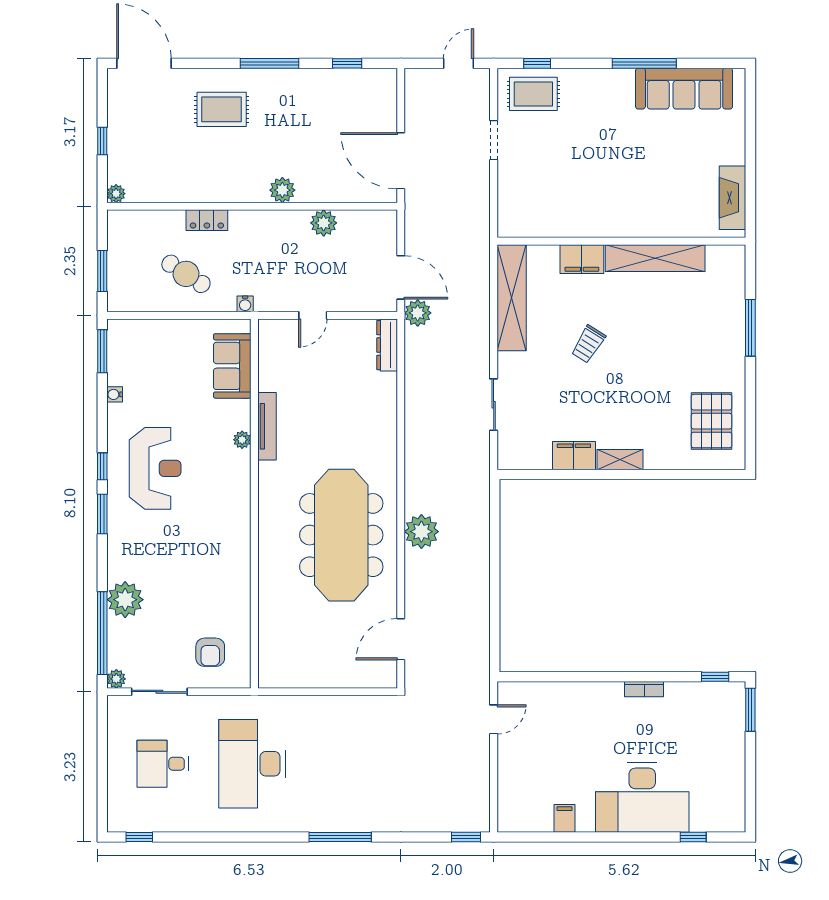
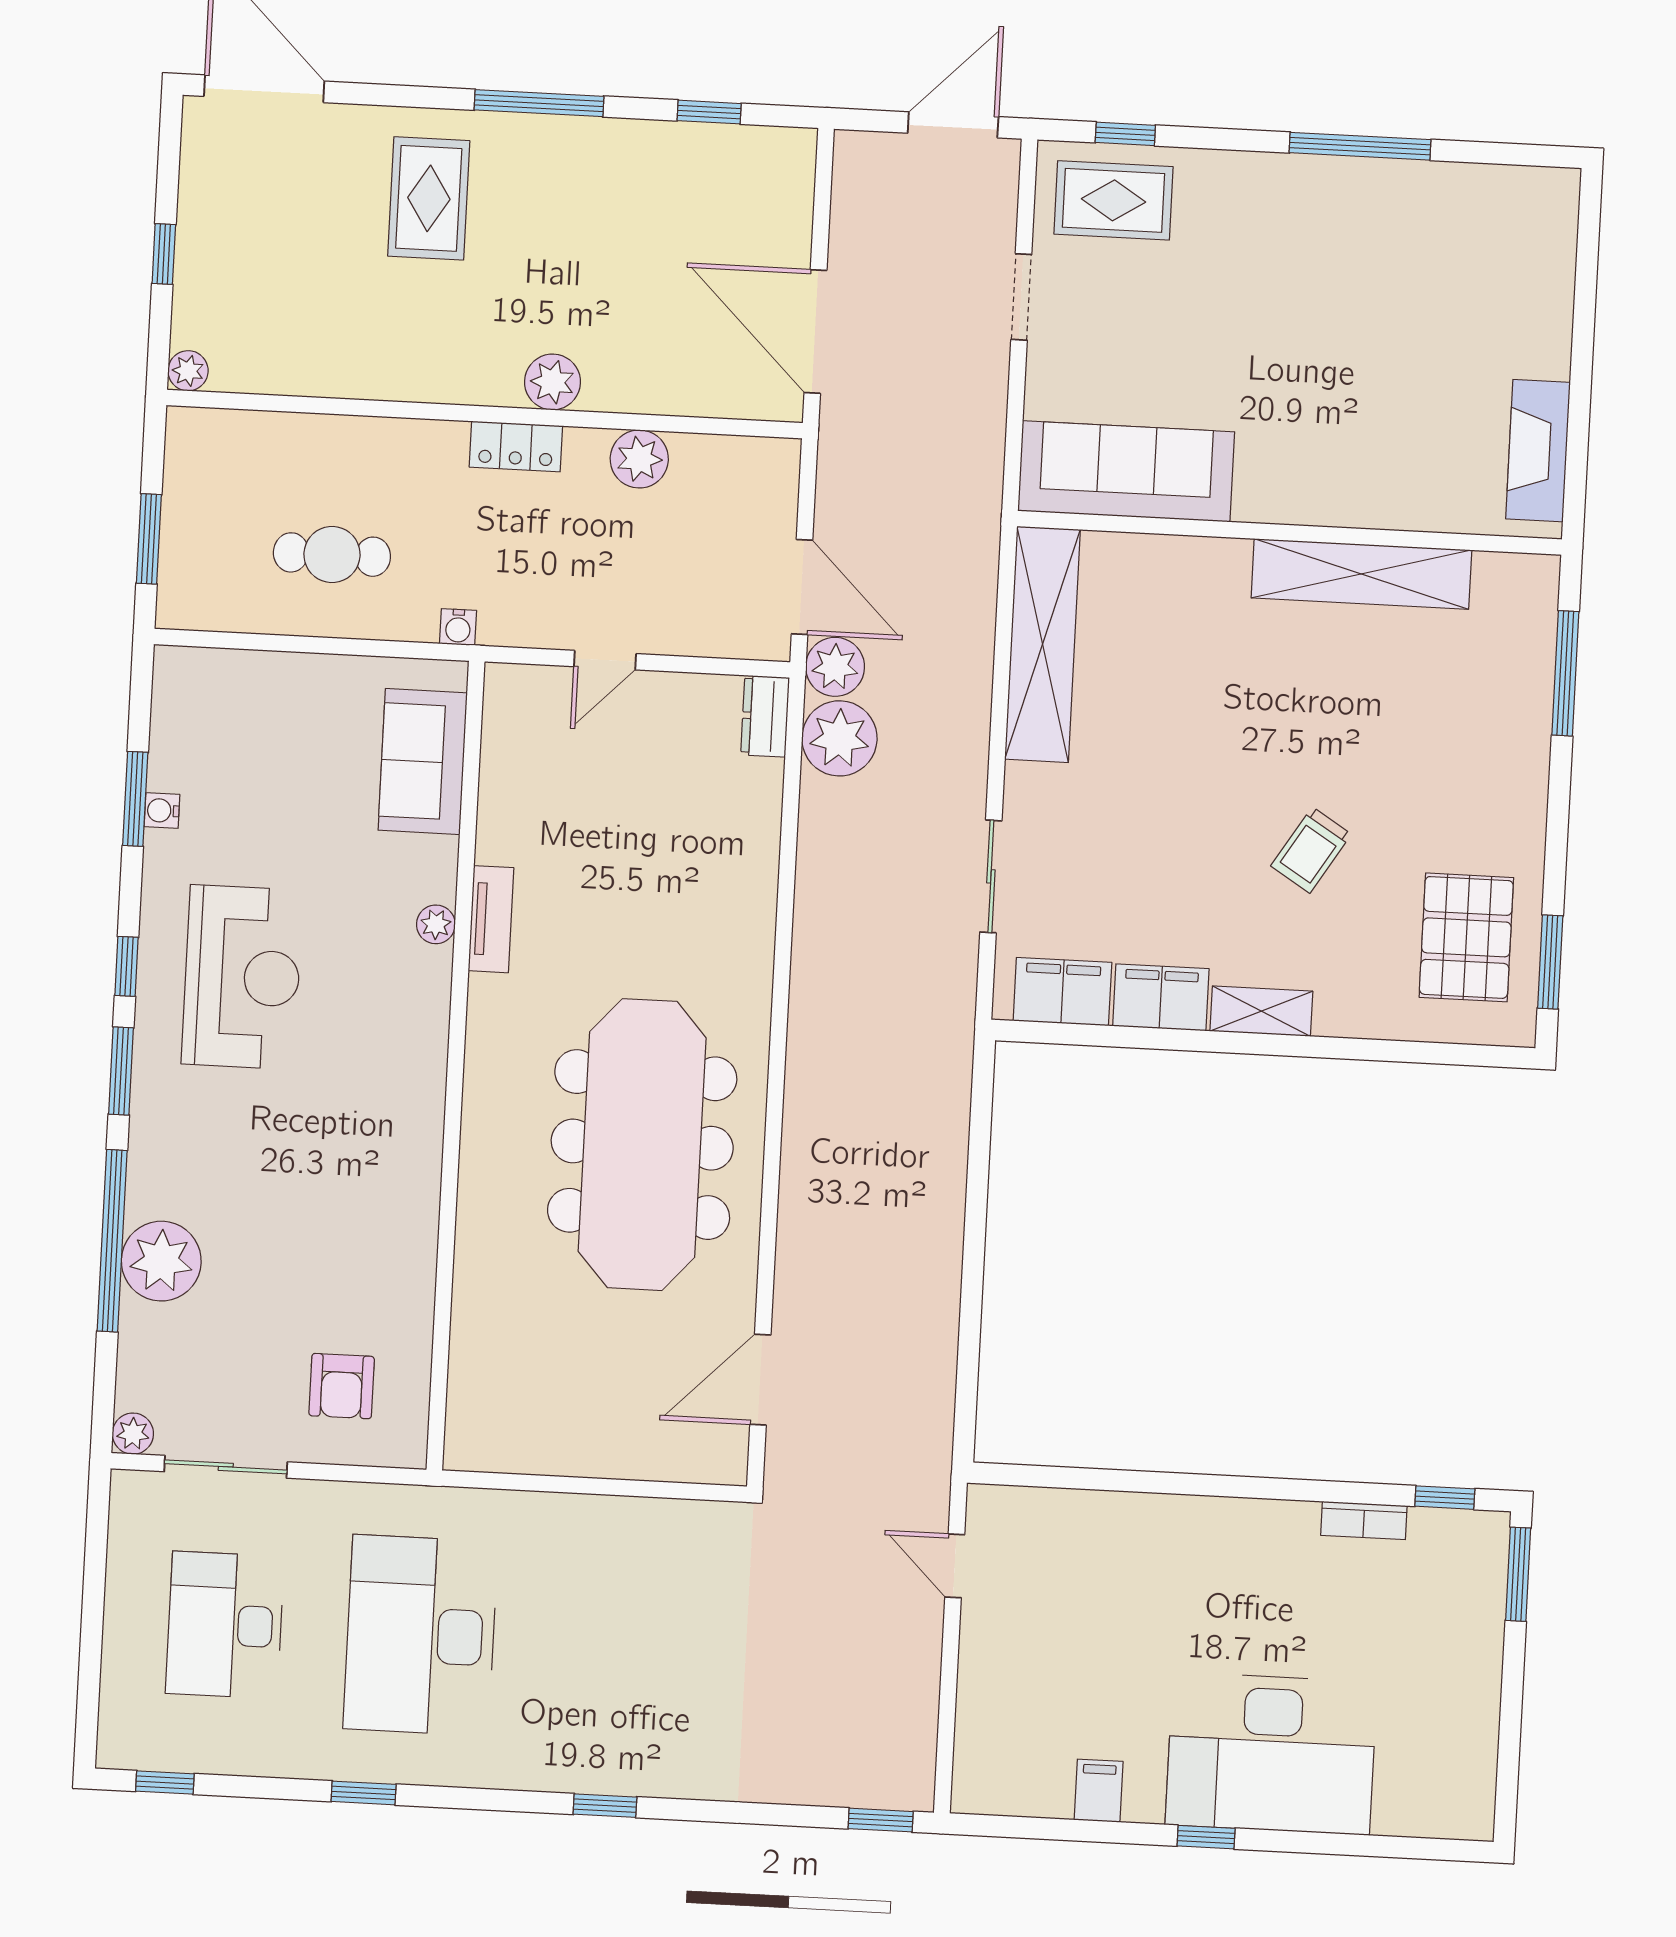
door: (459, 63) -> (953, 125), width x1.38
sofa: (684, 89) -> (1126, 471), moved, turned 180
rug: (222, 109) -> (429, 198), turned 90
locker: (207, 220) -> (516, 446), moved
filing cabinet: (582, 259) -> (1062, 992), moved, turned 180
cafe table: (186, 274) -> (332, 555), turned -33
window: (750, 328) -> (1565, 673), moved
trolley: (588, 344) -> (1311, 850), moved
dresser: (387, 345) -> (765, 716), width x0.70
window: (102, 351) -> (135, 799), moved
tv unit: (267, 426) -> (491, 919), width x0.71
window: (750, 430) -> (1550, 962), added
plant: (421, 532) -> (839, 738), moved
window: (102, 633) -> (112, 1241), moved
bookcase: (644, 689) -> (1364, 1521), moved
door: (494, 719) -> (955, 1566), swing flipped
desk: (163, 764) -> (225, 1625), width x1.37
window: (230, 837) -> (364, 1793), added
window: (340, 837) -> (605, 1806), width x0.46
window: (693, 837) -> (1206, 1837), moved

